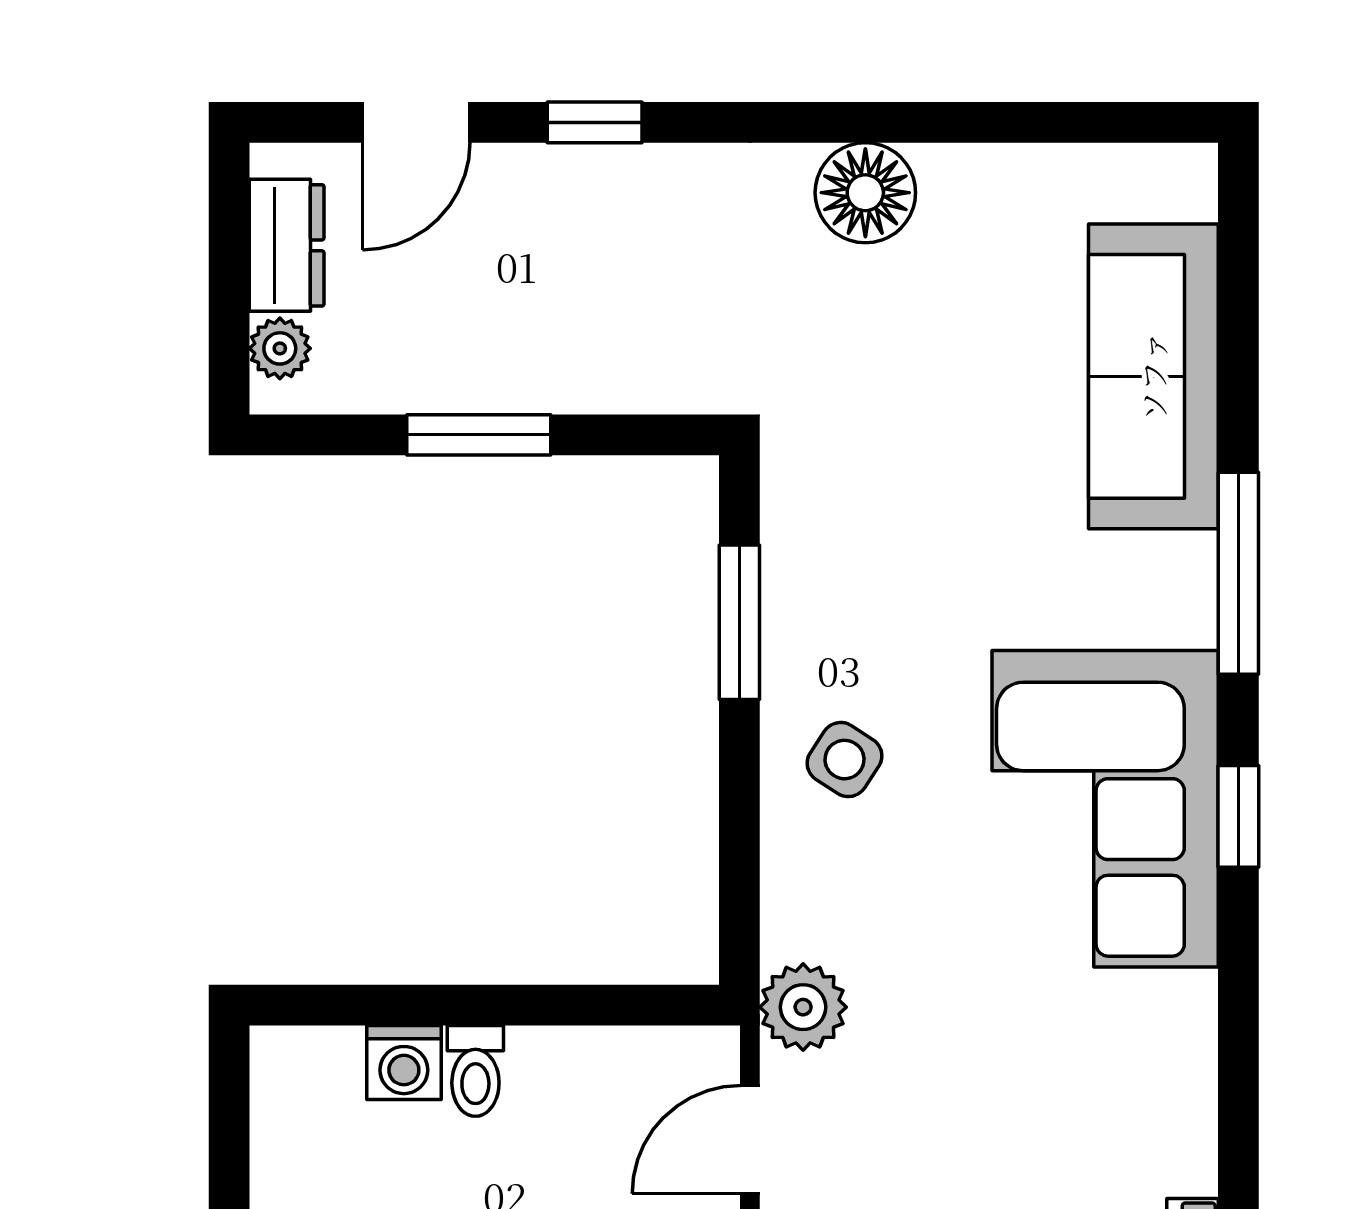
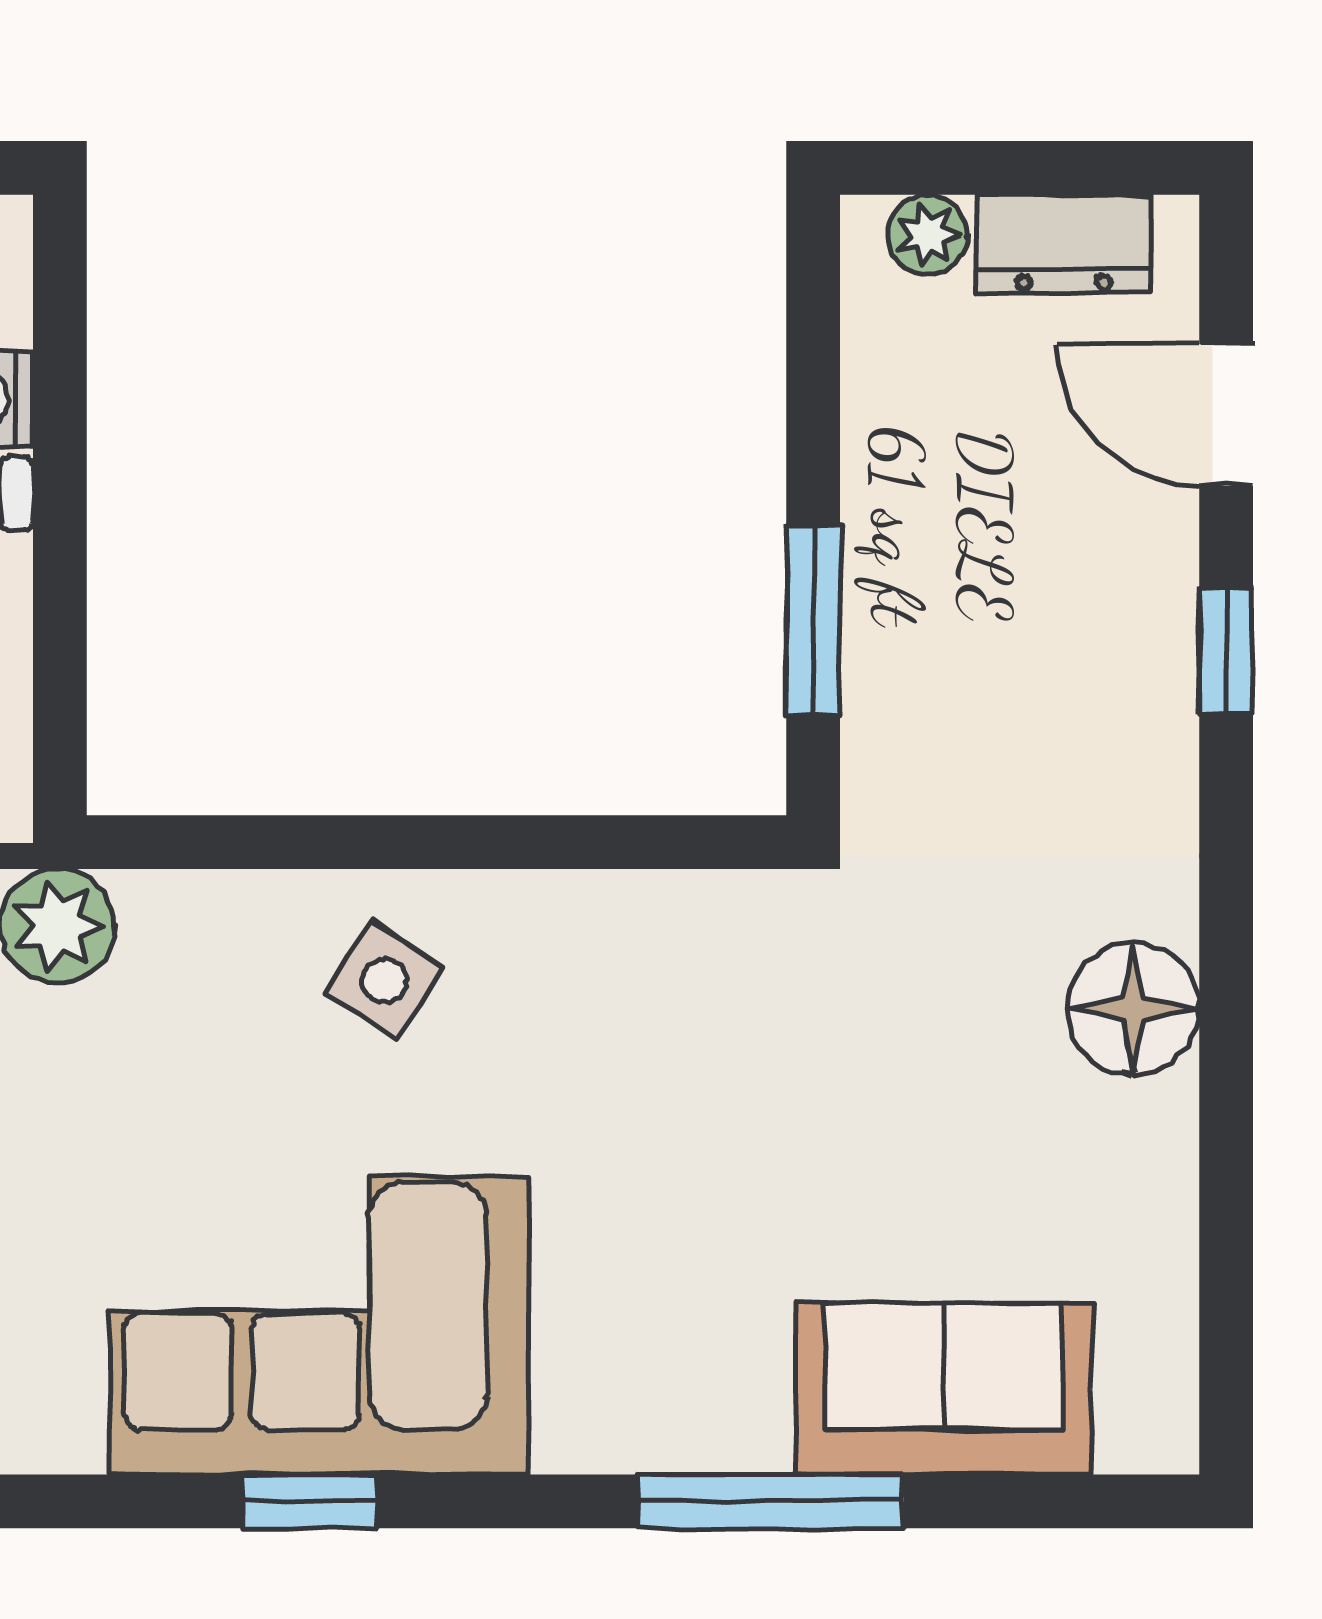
sofa: (1153, 376) -> (944, 1389), width x0.73
window: (479, 435) -> (813, 620), moved
window: (1238, 573) -> (771, 1501), moved
window: (739, 622) -> (566, 842), removed

